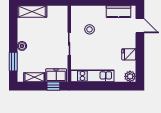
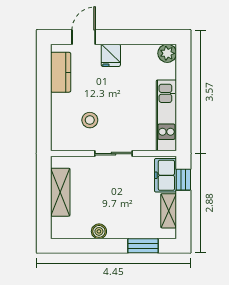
shelving: (32, 11) -> (60, 192), moved
boiler: (22, 46) -> (99, 231), moved
fridge: (129, 54) -> (111, 55), moved

